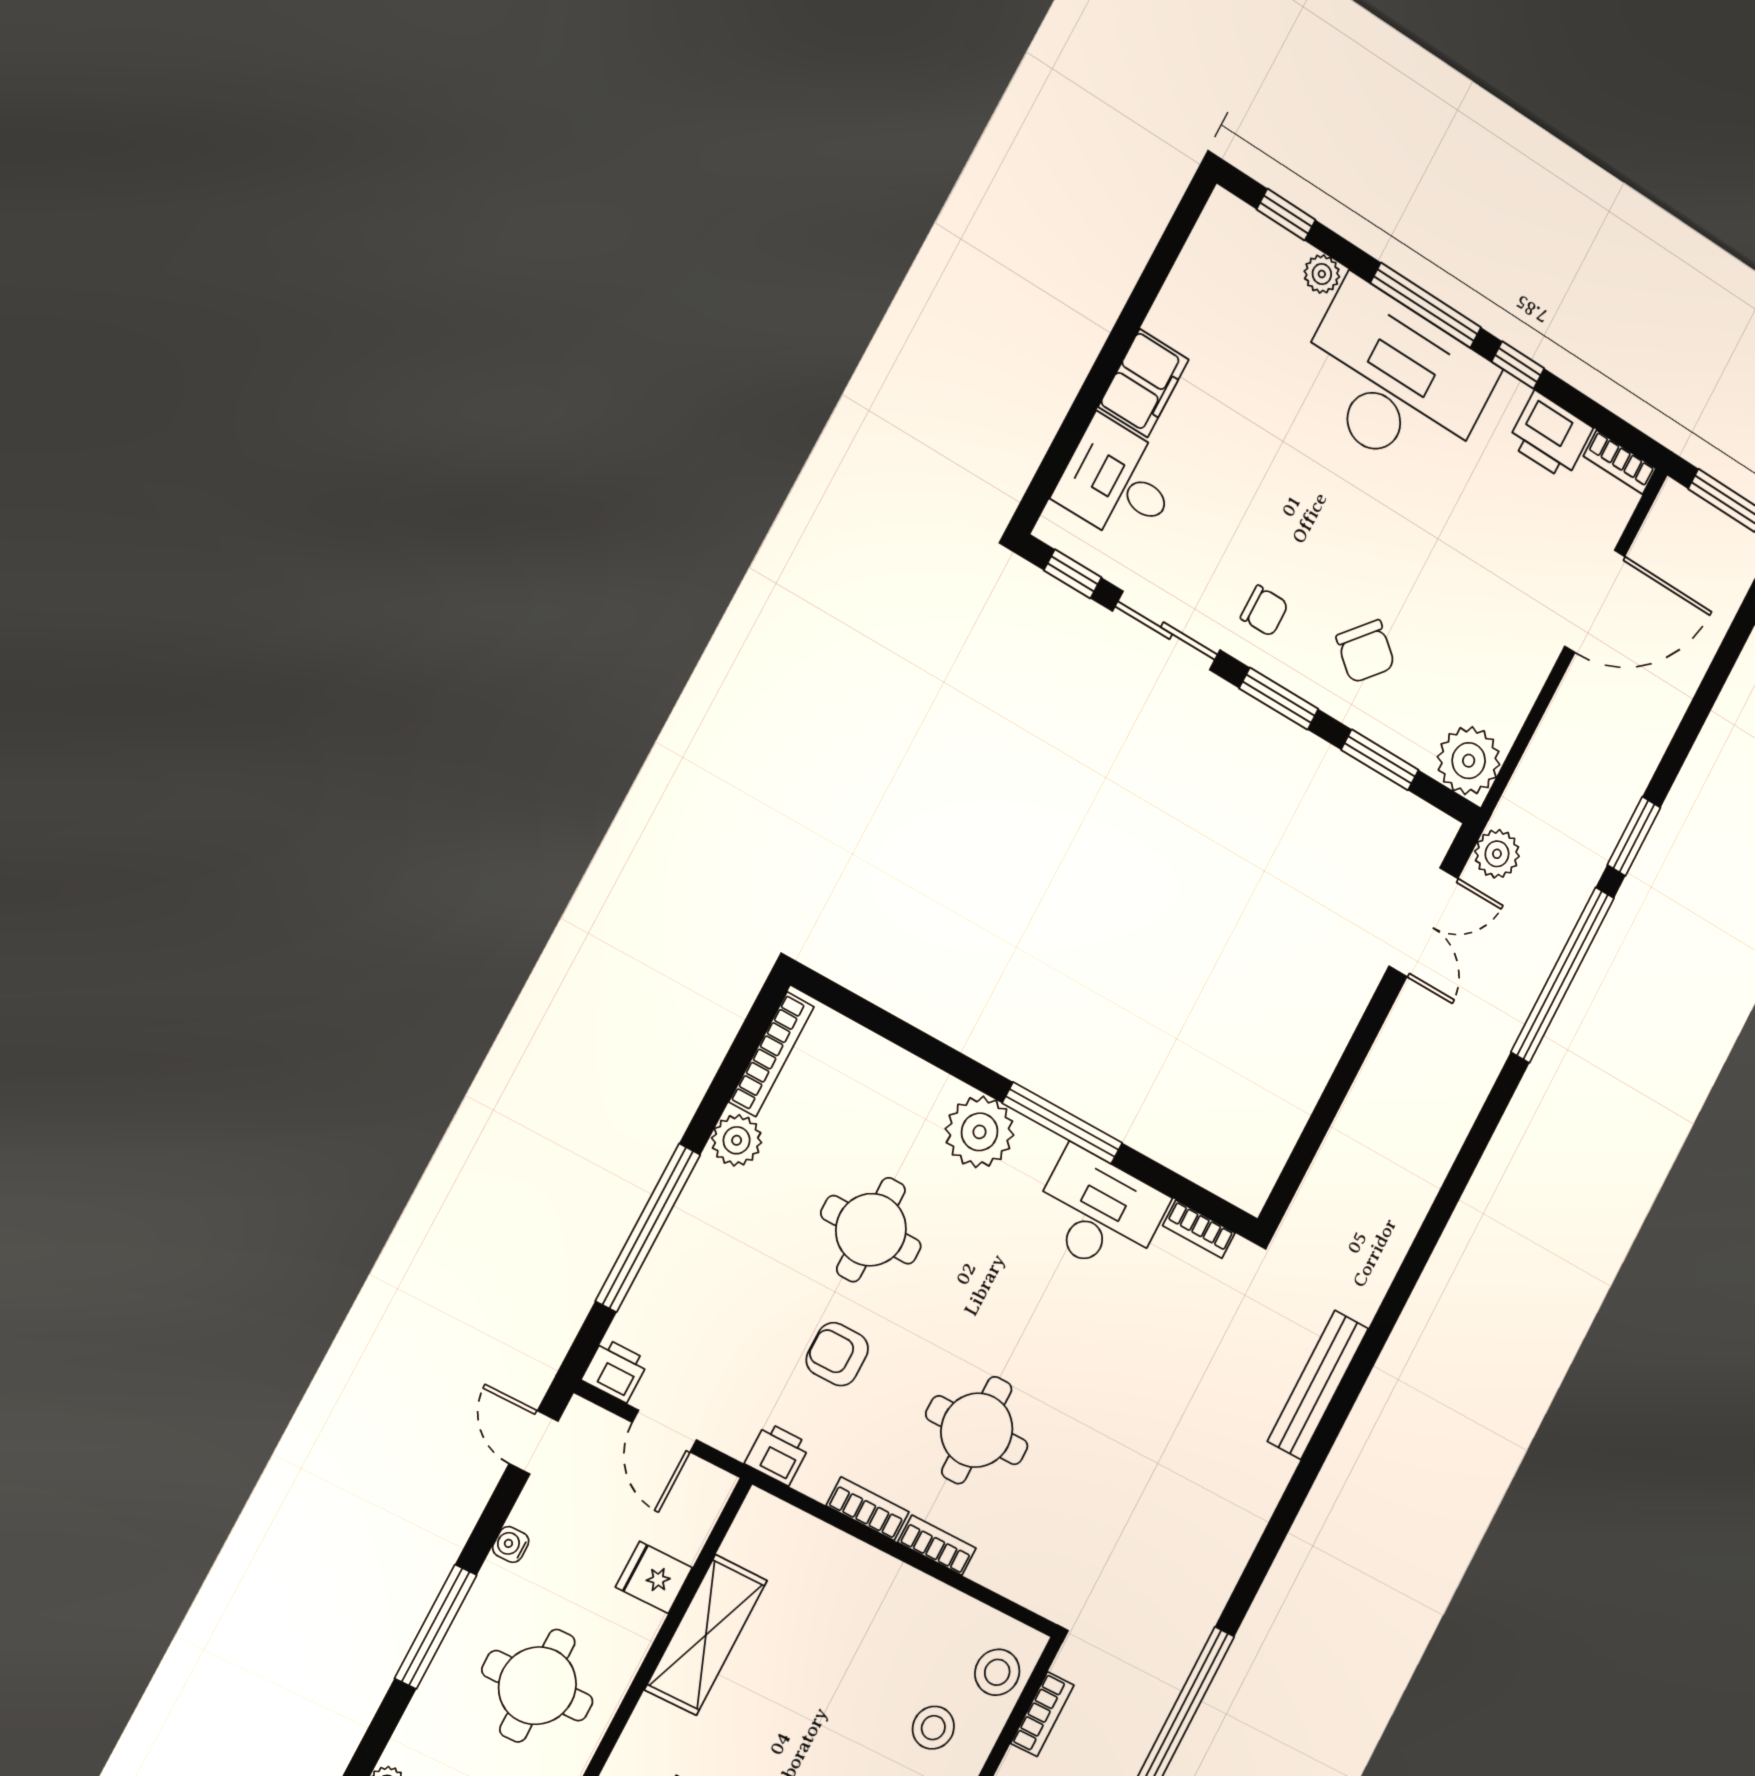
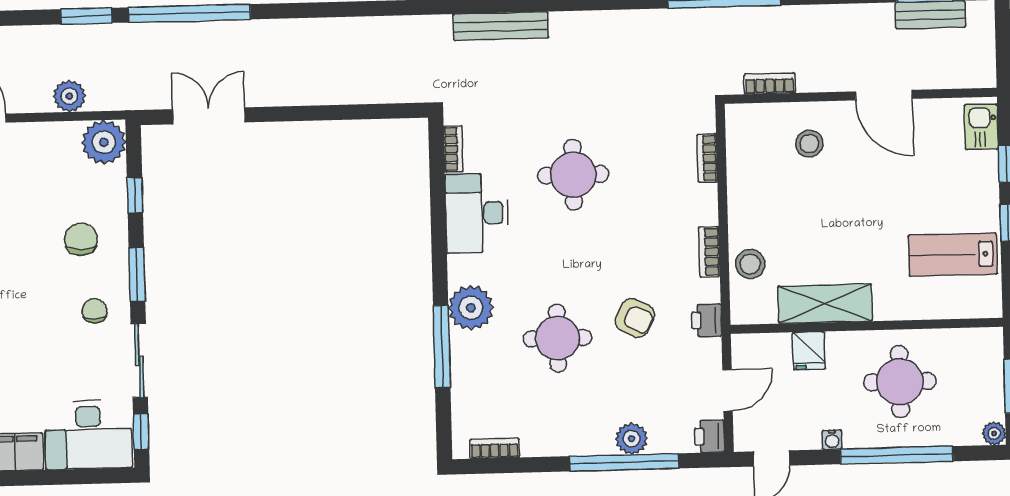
desk: (1118, 482) -> (88, 435), width x1.37
chair: (1366, 651) -> (81, 239), turned -41
window: (1380, 760) -> (135, 195), width x0.67
plant: (1497, 854) -> (69, 96), moved
bookcase: (771, 1054) -> (495, 448), width x0.64
window: (1062, 1123) -> (442, 347), moved
plant: (737, 1140) -> (632, 439), moved
armchair: (837, 1354) -> (635, 318), turned -63
round table: (977, 1430) -> (573, 175), moved
bookcase: (937, 1545) -> (707, 158), moved
window: (436, 1627) -> (897, 455), width x1.46
stool: (997, 1672) -> (750, 264), moved

